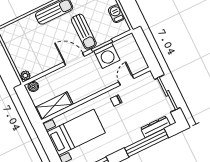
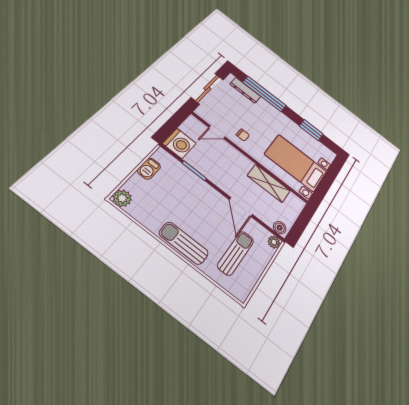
sun lounger: (84, 32) -> (236, 253), moved
washing machine: (107, 56) -> (179, 143), moved, turned 90
door: (74, 59) -> (241, 207), moved
shelving: (54, 106) -> (269, 183), moved

